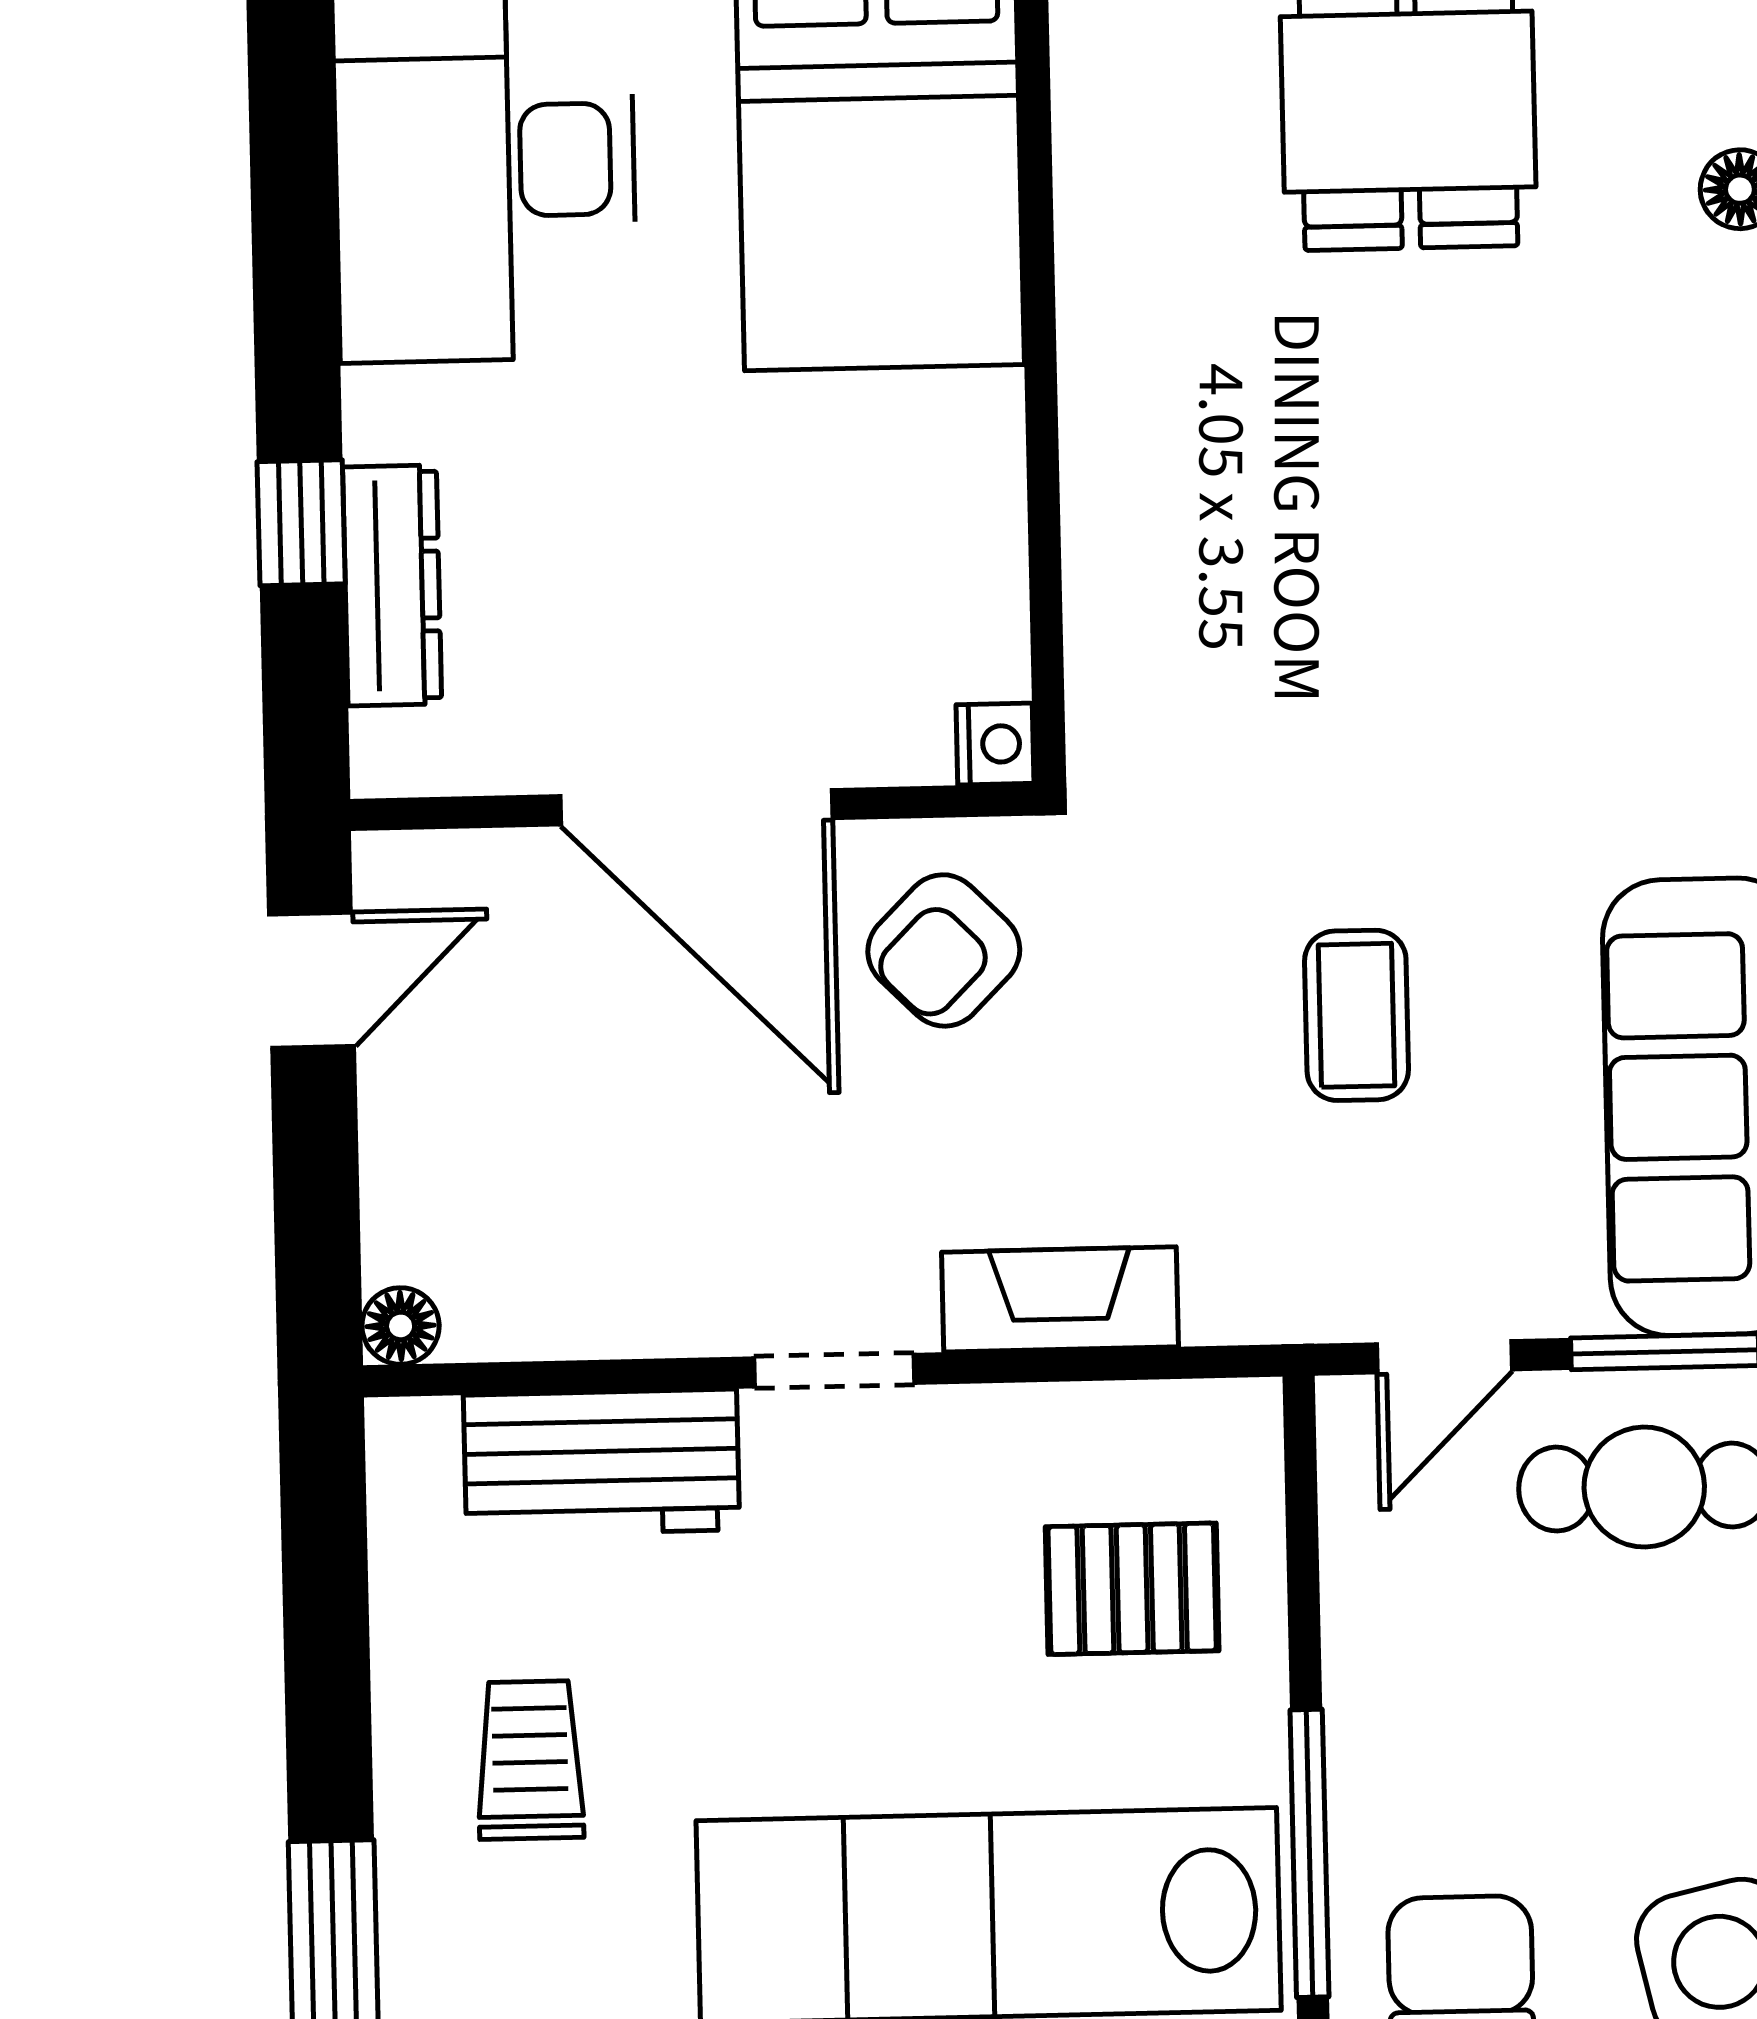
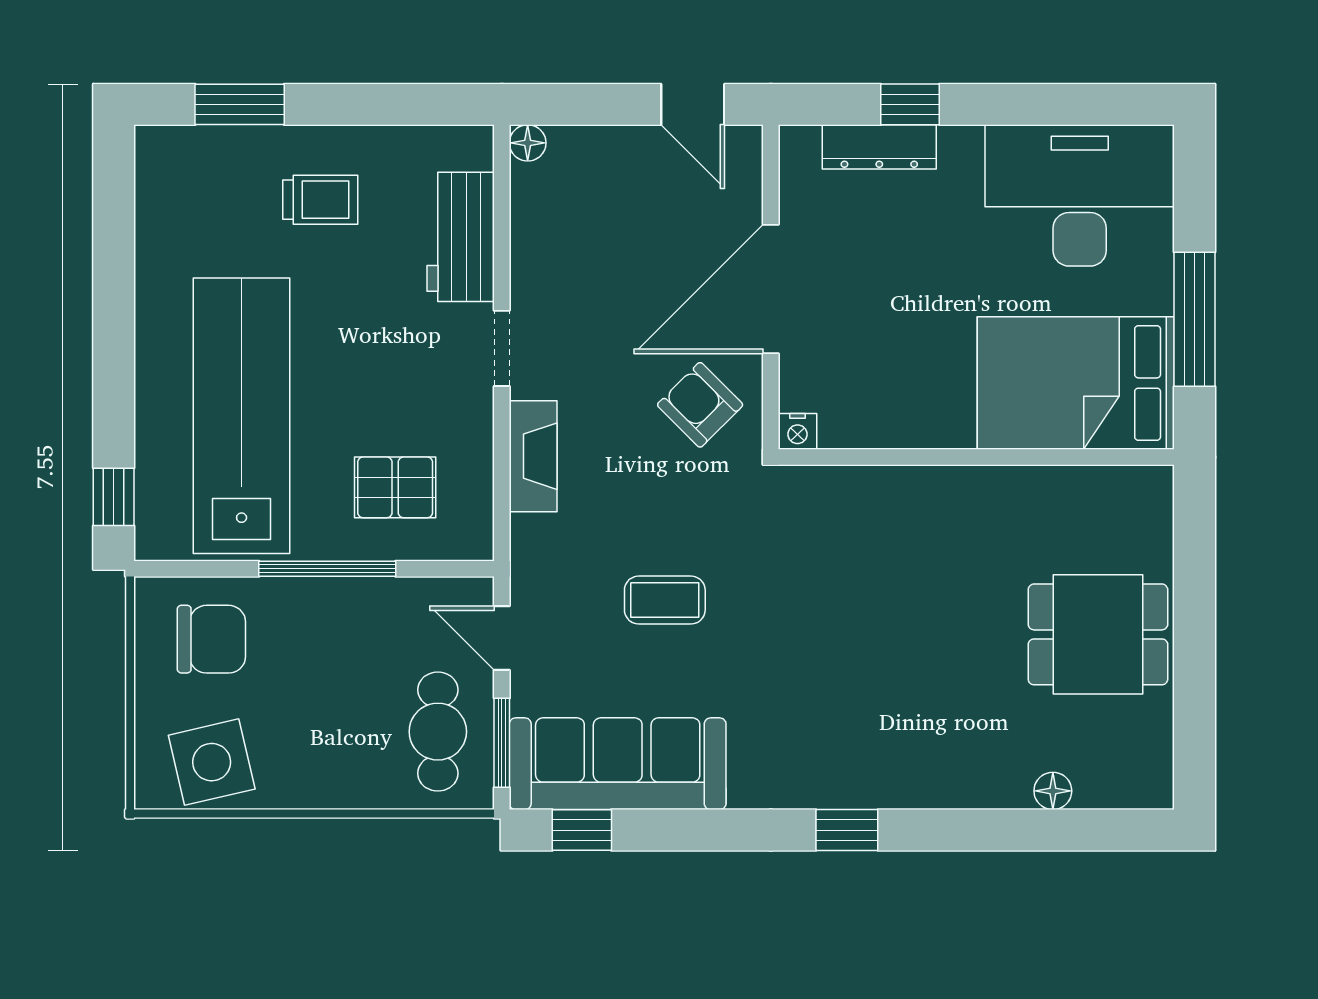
pallet: (1132, 1589) -> (395, 487), turned 90
window: (1309, 1853) -> (327, 569), moved

